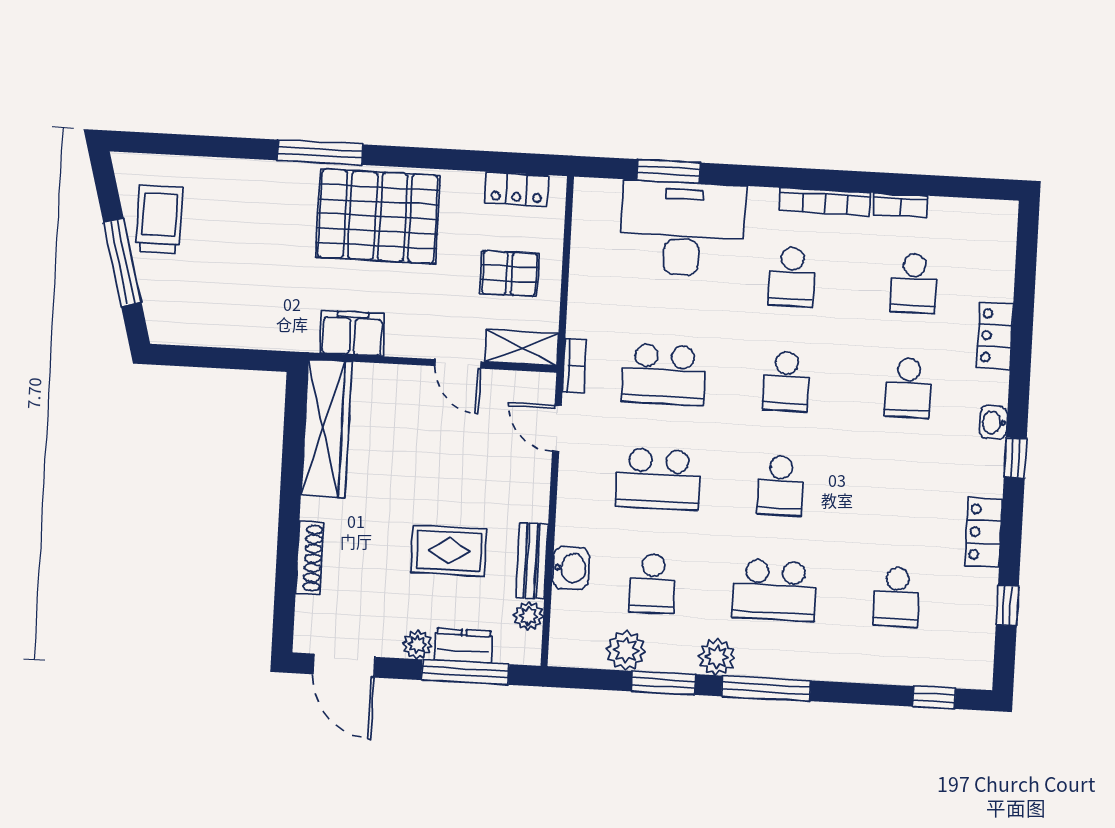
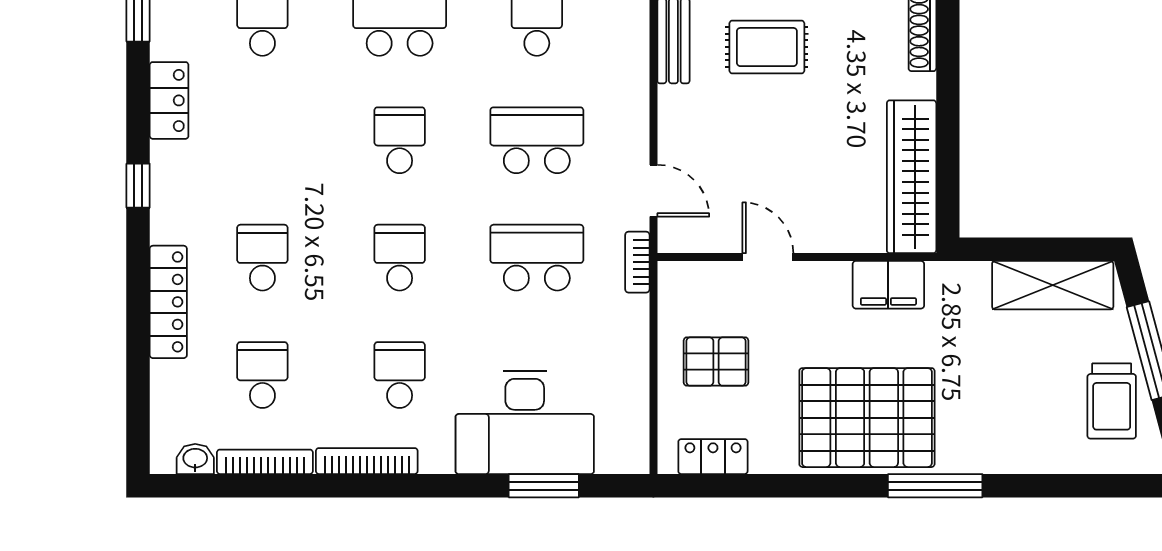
bookcase: (900, 205) -> (265, 462), width x1.56
locker: (995, 336) -> (168, 302), width x1.53
shelving: (522, 348) -> (1053, 285), moved, width x1.50, depth x1.33
washbasin: (993, 422) -> (195, 459), moved, turned -90
washbasin: (571, 568) -> (629, 35), removed

